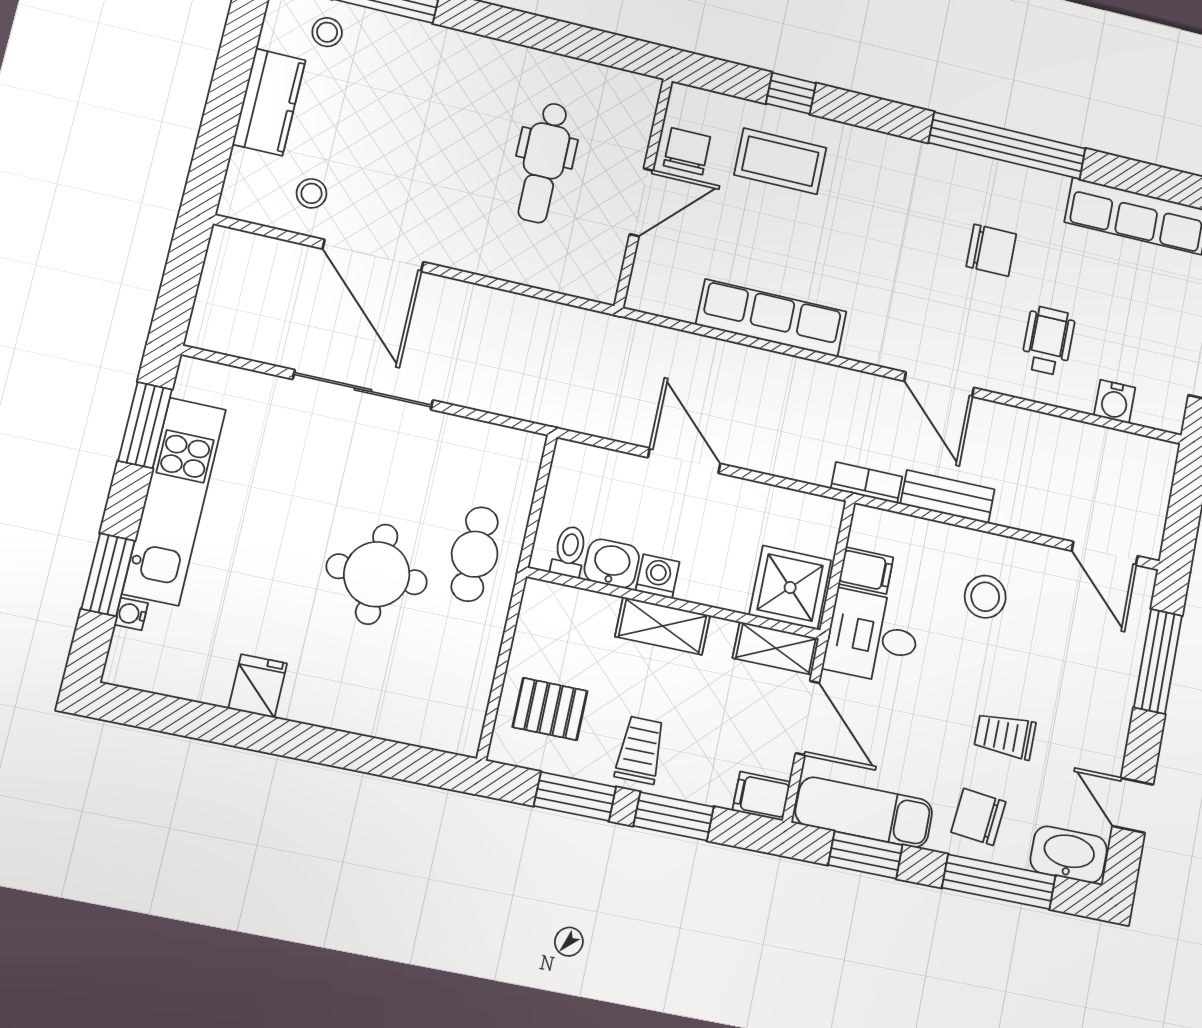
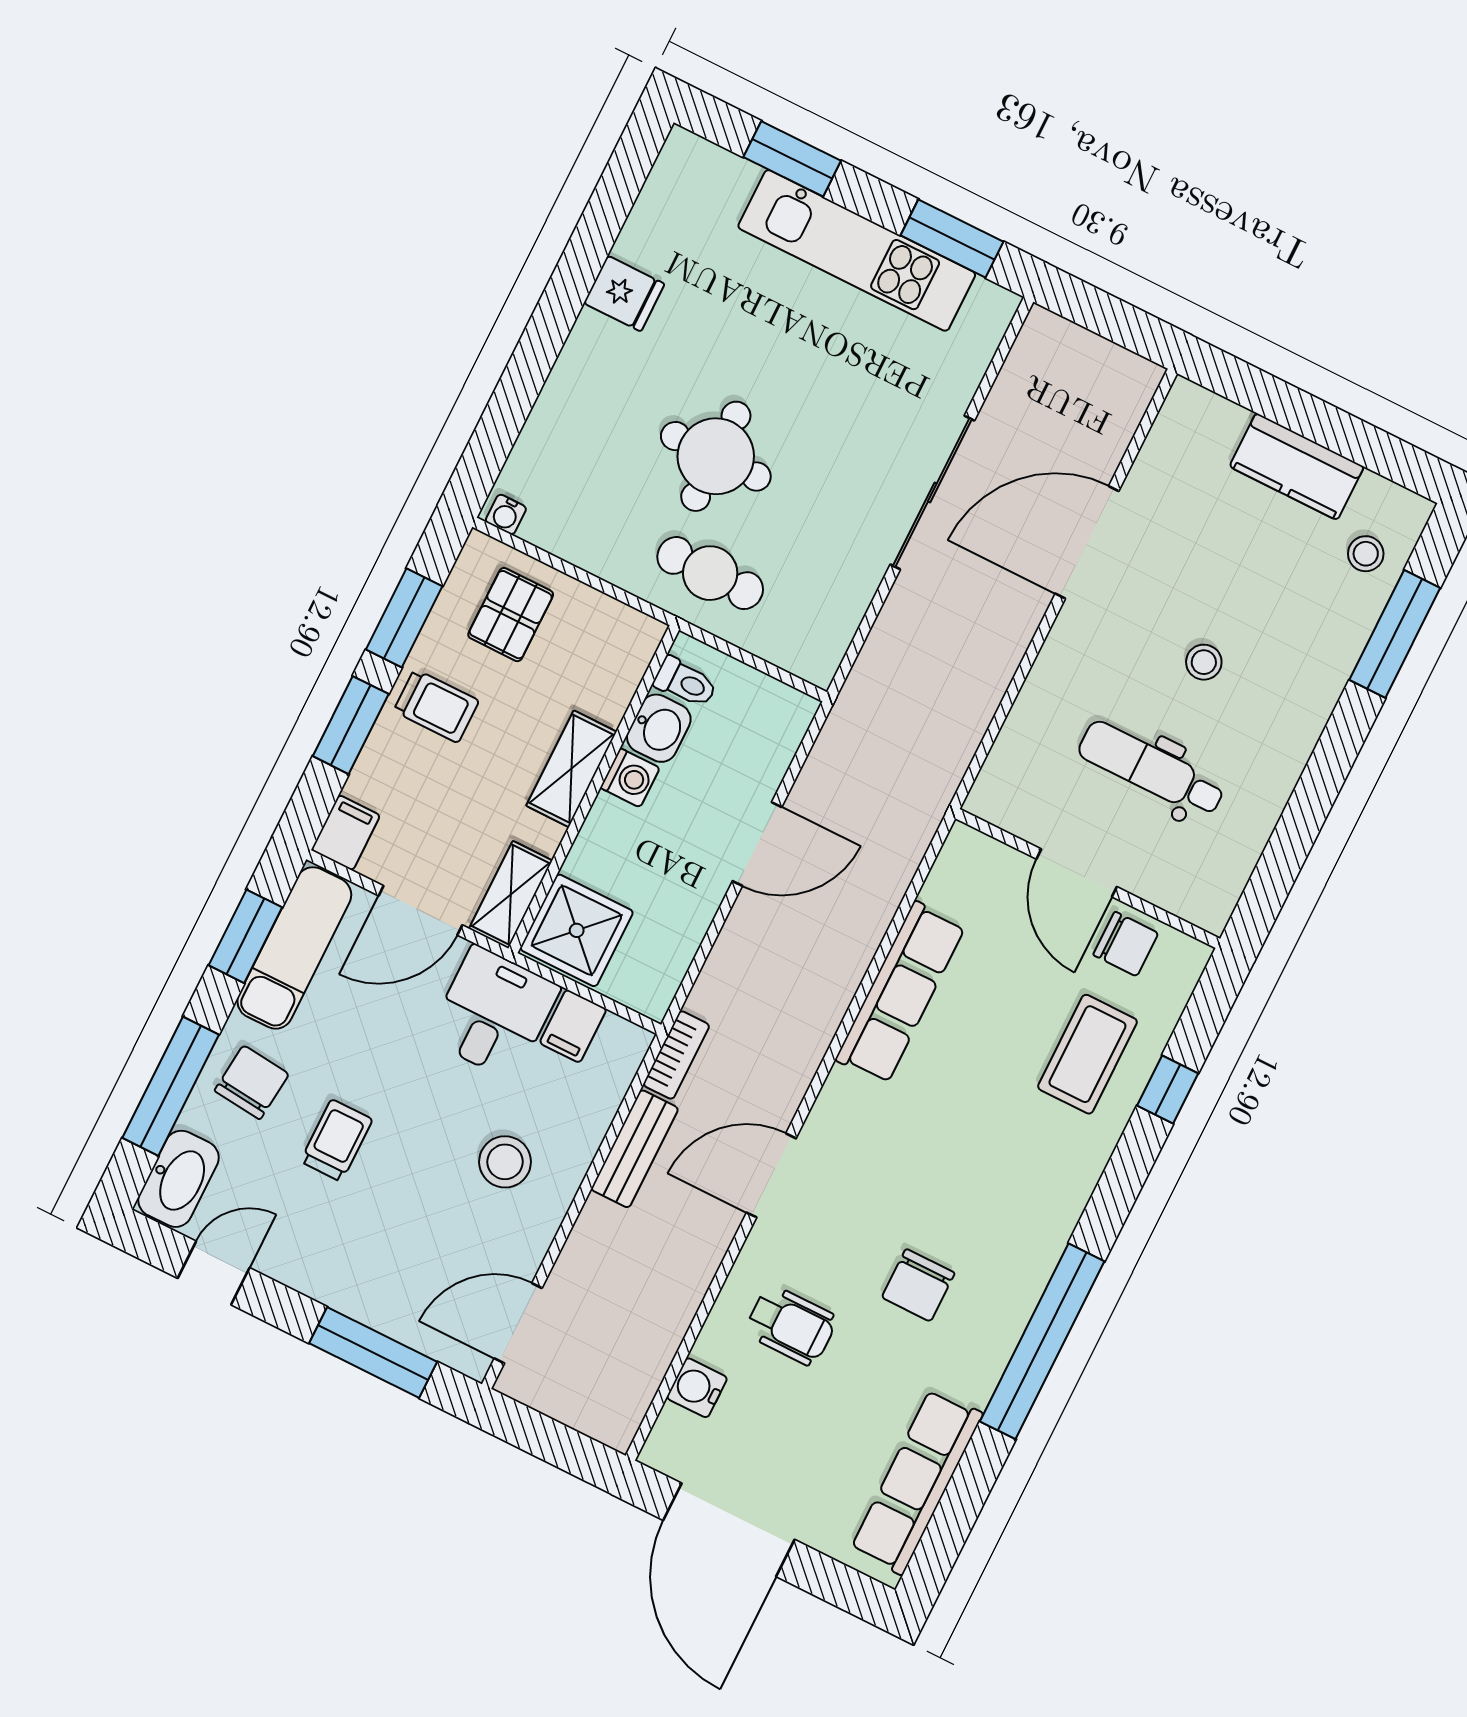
stool: (312, 193) -> (1204, 662), moved
water cooler: (131, 614) -> (506, 514), moved, turned 180

